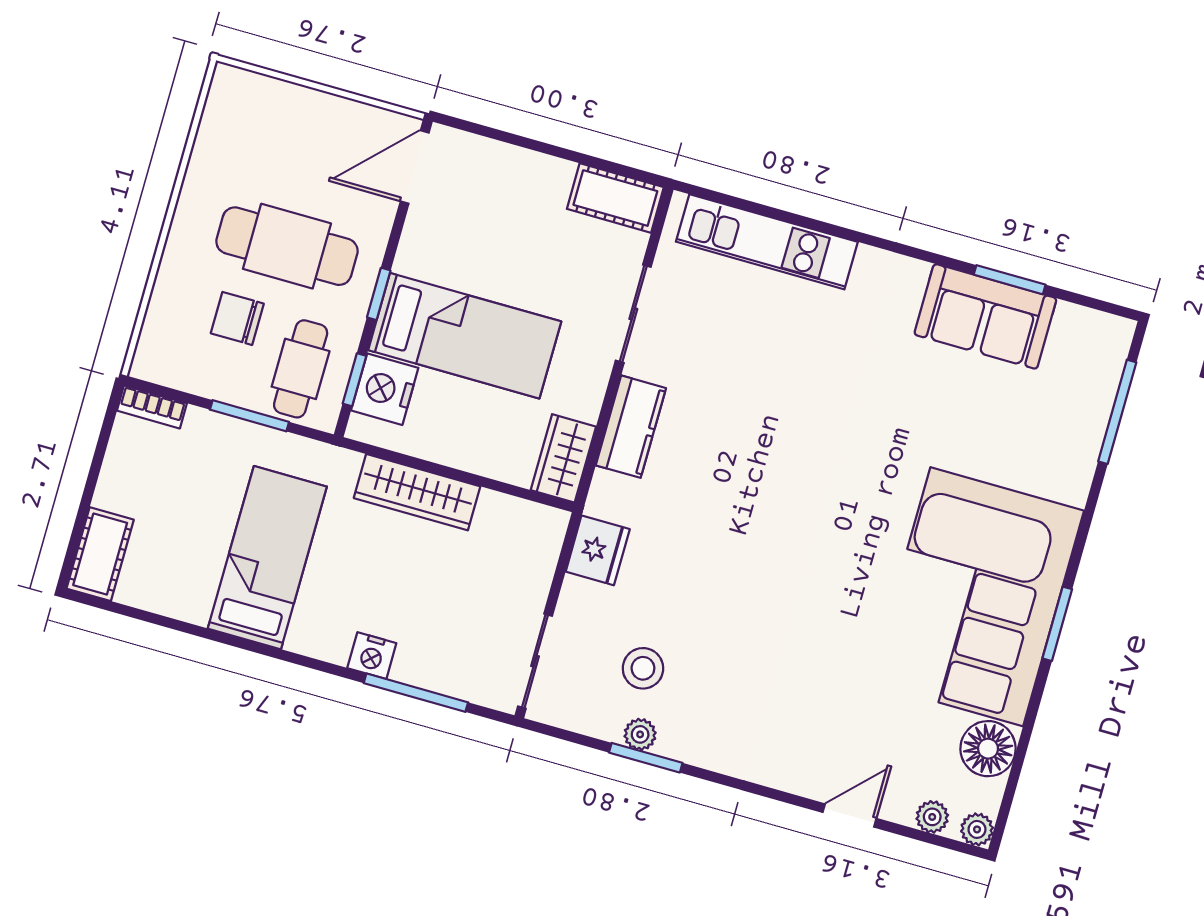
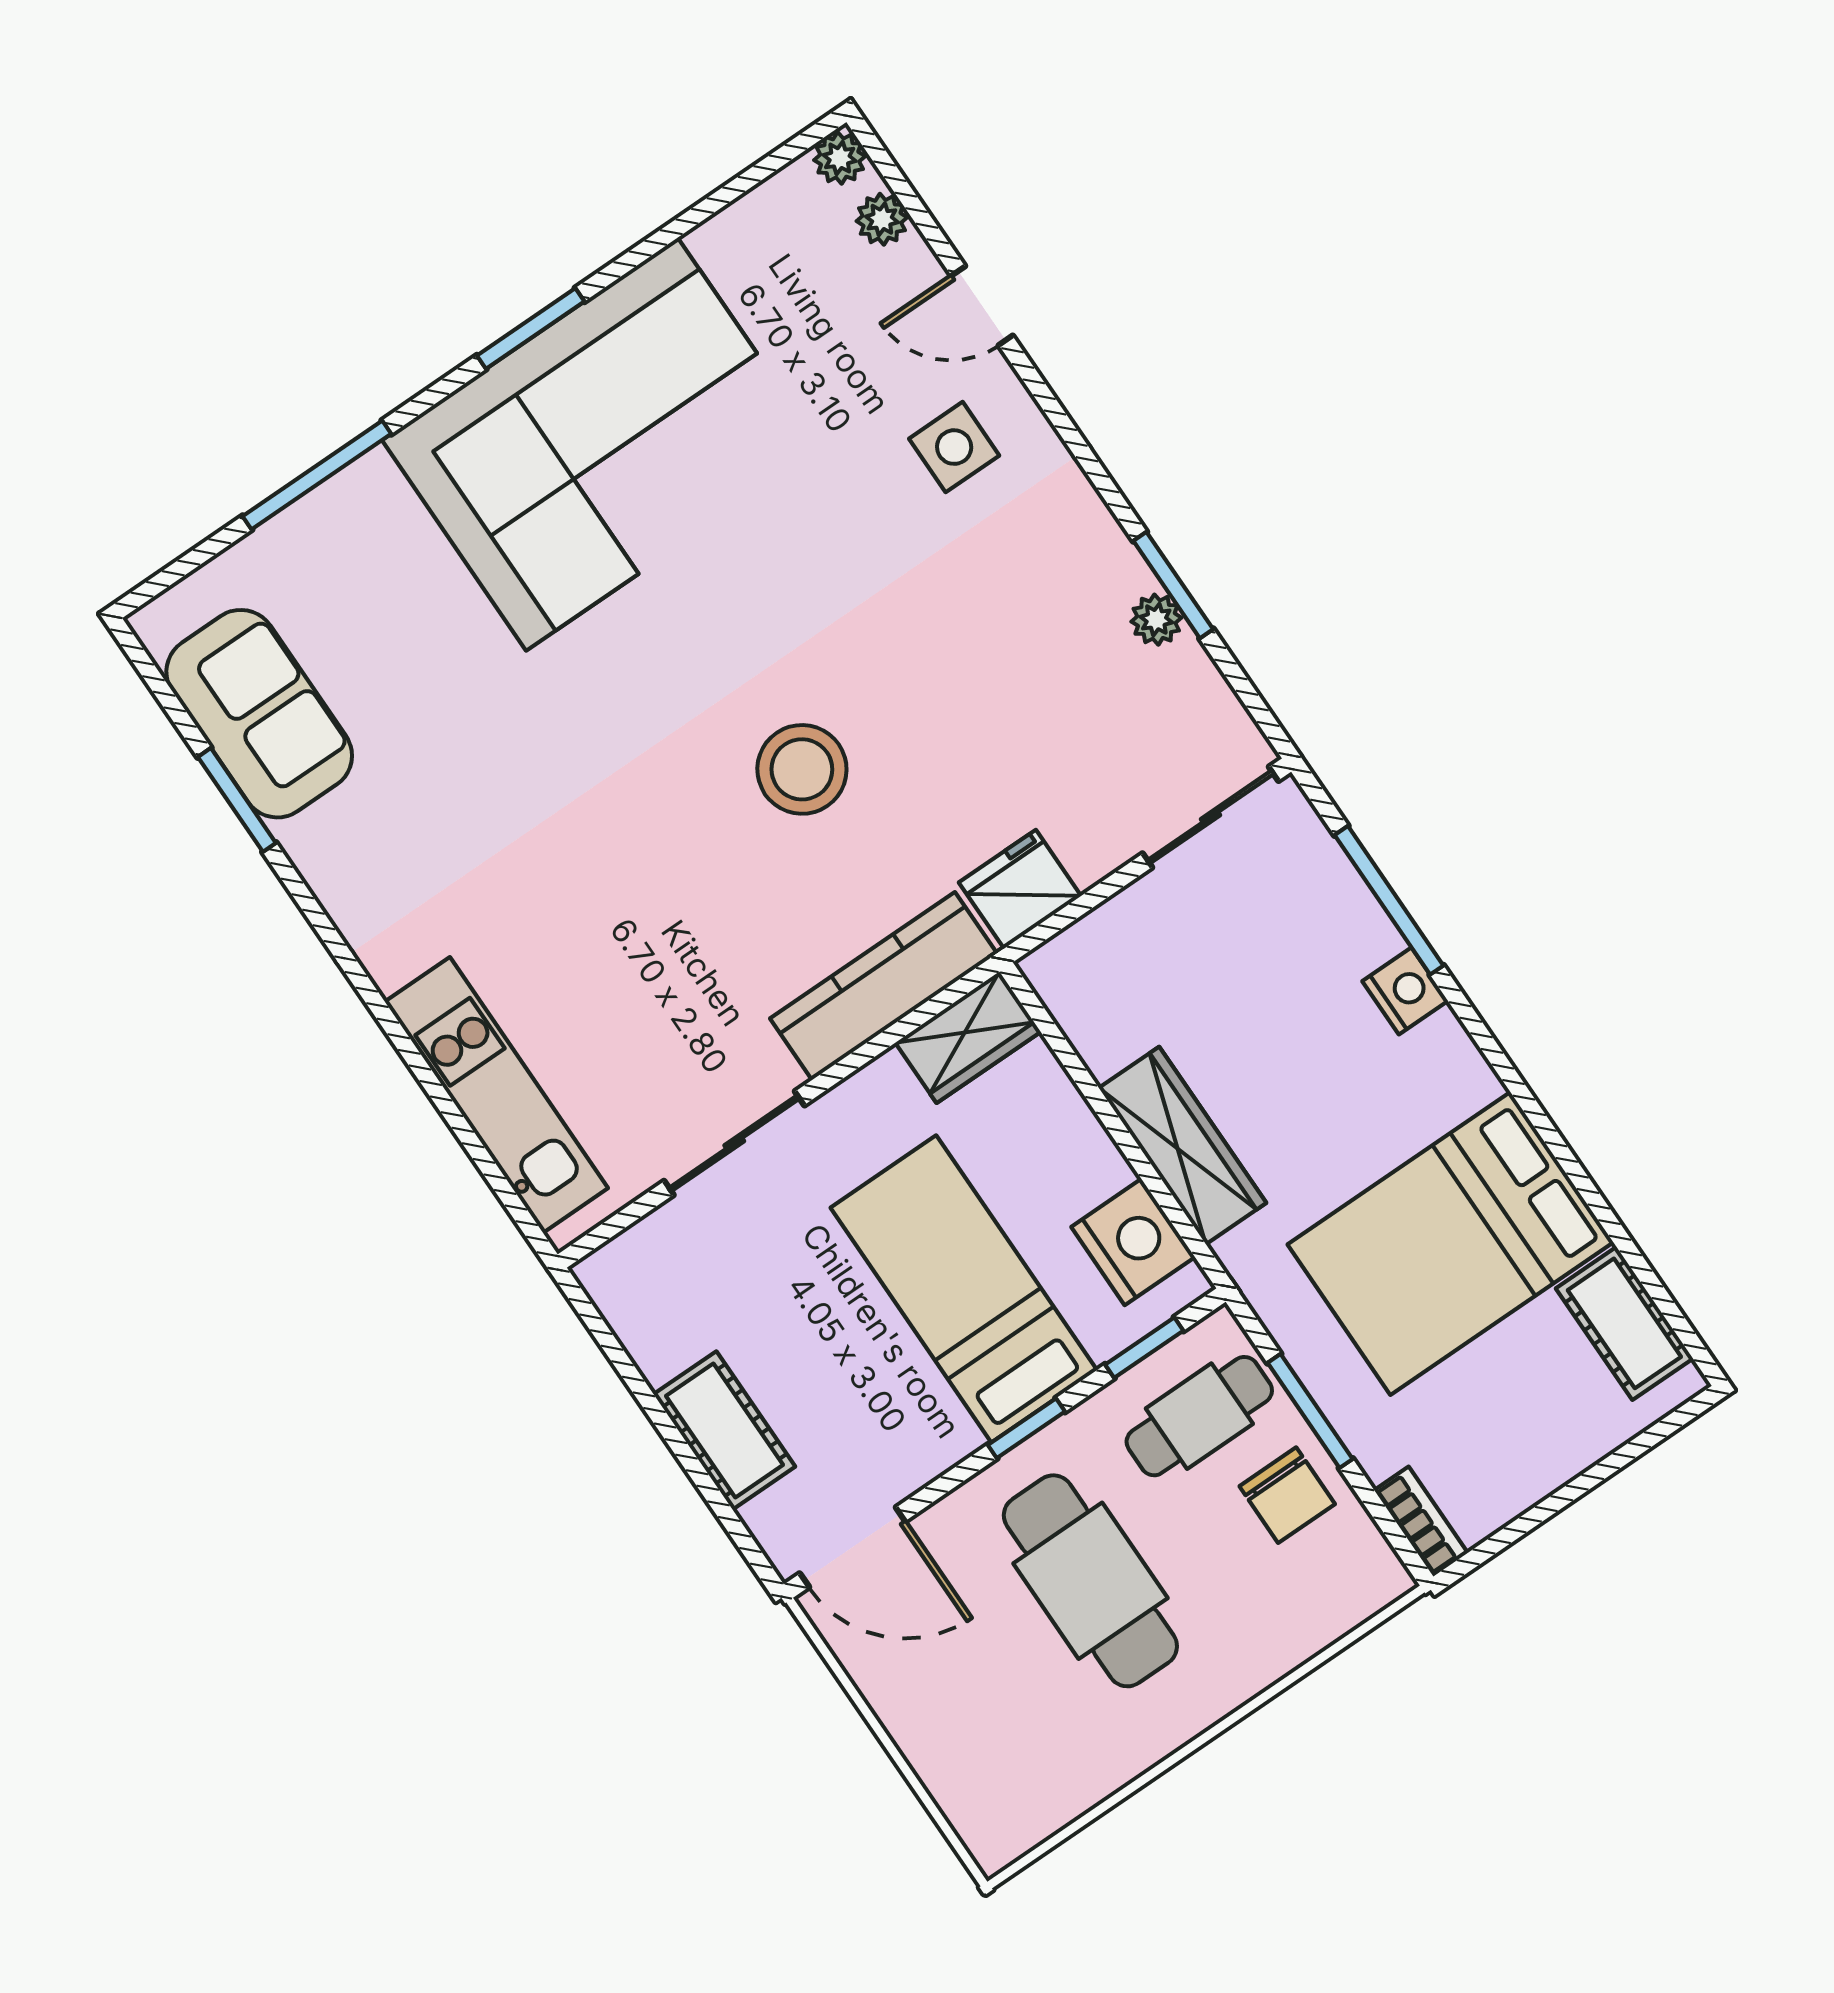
cot: (615, 198) -> (724, 1430), moved
sofa: (985, 316) -> (259, 714), moved
chair: (237, 318) -> (1287, 1495), moved
nightstand: (385, 389) -> (1133, 1242), moved, turned -90
window: (1117, 412) -> (317, 475), moved
kitchen counter: (631, 427) -> (883, 986), width x1.50
cot: (100, 554) -> (1624, 1323), moved, turned 90
bed: (267, 558) -> (1450, 1243), width x1.50
stool: (643, 668) -> (802, 769), moved, width x1.38, depth x1.38
side table: (806, 736) -> (954, 447), added
floor lamp: (988, 749) -> (744, 246), removed

